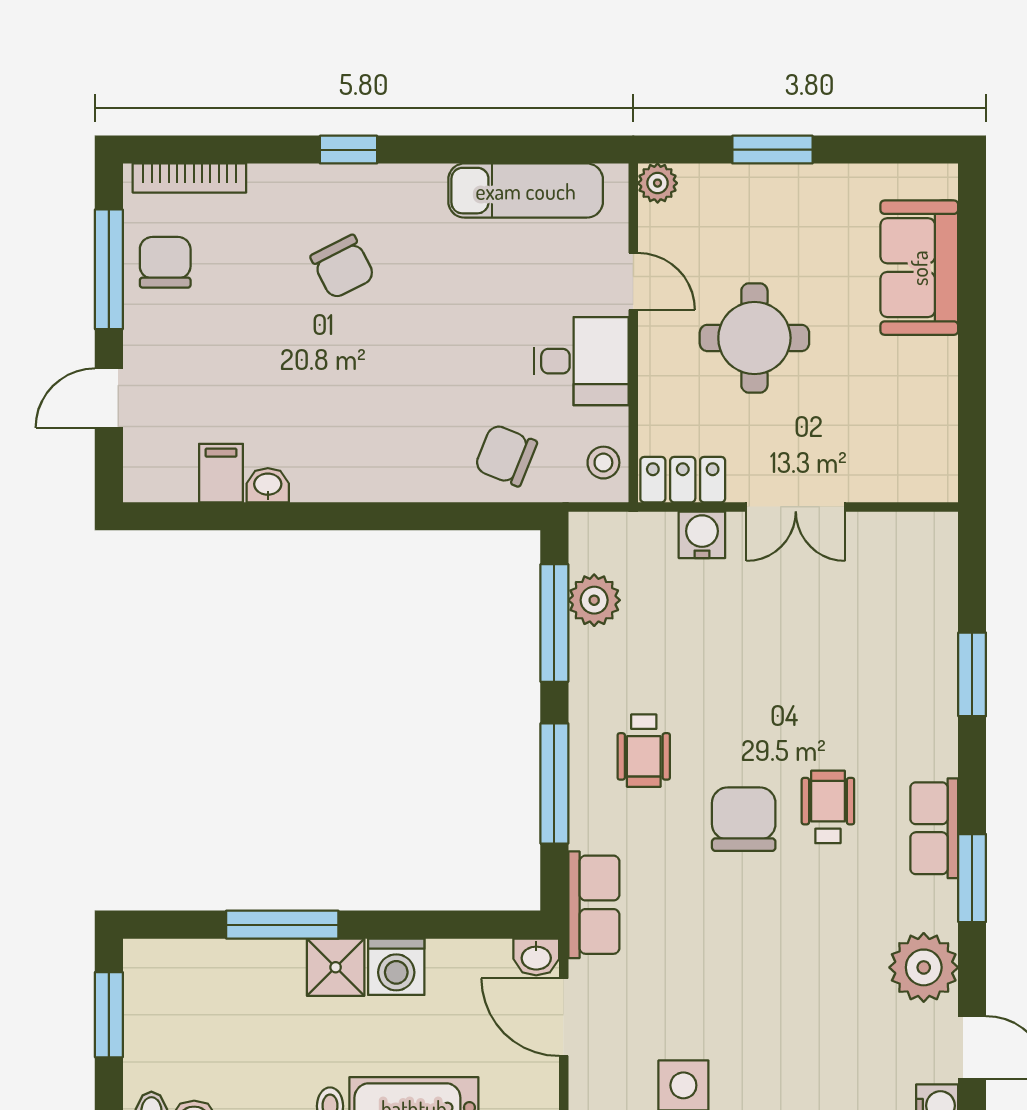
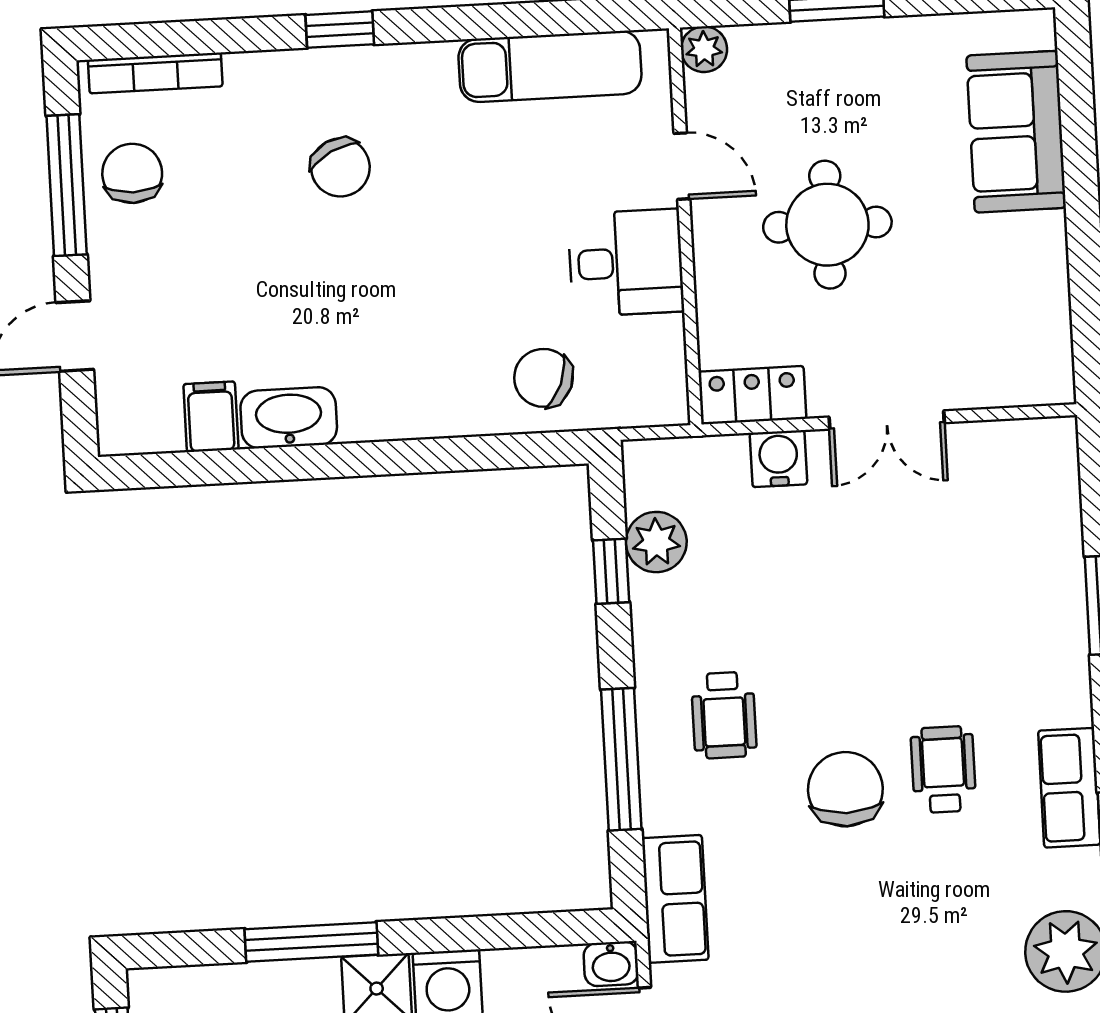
stool: (603, 463) -> (658, 380), removed
washbasin: (268, 485) -> (289, 418), width x1.91, depth x1.45
window: (554, 623) -> (611, 571), width x0.46

